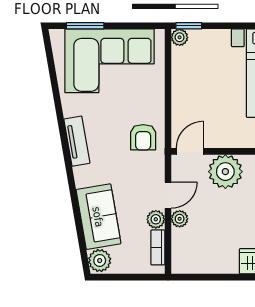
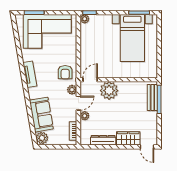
plant: (156, 219) -> (72, 90), moved
dresser: (214, 265) -> (103, 140), added

